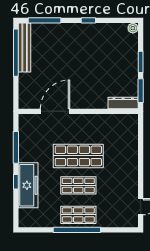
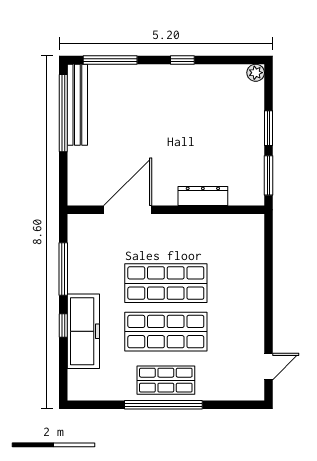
dresser: (123, 103) -> (203, 196), moved
shop shelf: (78, 185) -> (166, 332), width x1.43, depth x1.36

